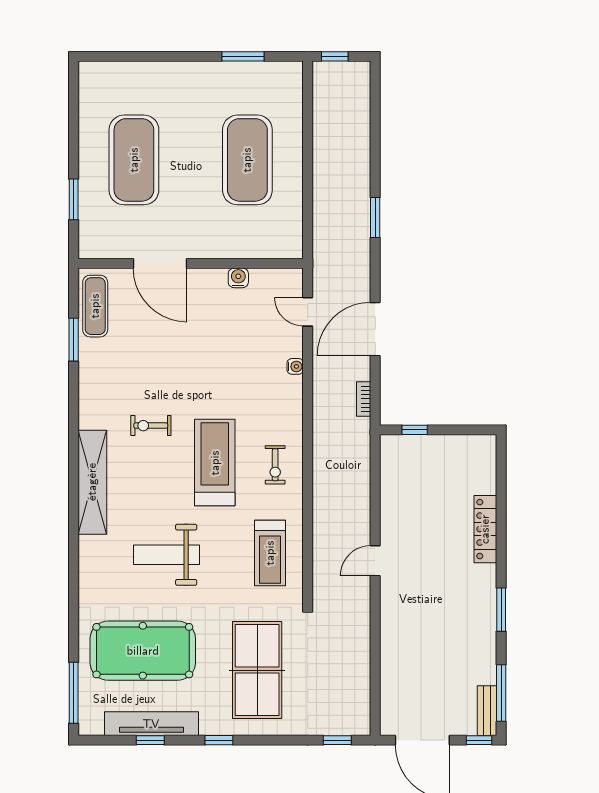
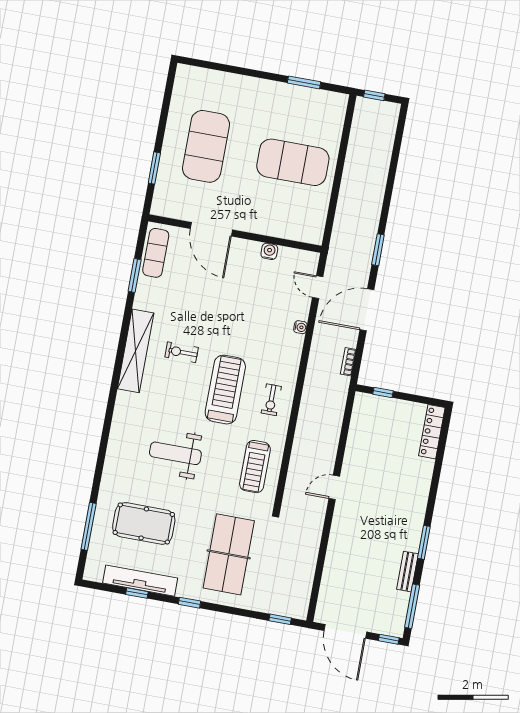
exercise mat: (247, 160) -> (293, 162), turned 90
window: (375, 218) -> (378, 250), moved
shelving: (92, 482) -> (136, 351), moved
locker: (485, 529) -> (432, 432), moved
pool table: (143, 651) -> (144, 523), width x0.73, depth x0.76
window: (74, 693) -> (89, 526), moved
bench: (487, 711) -> (407, 572), moved

